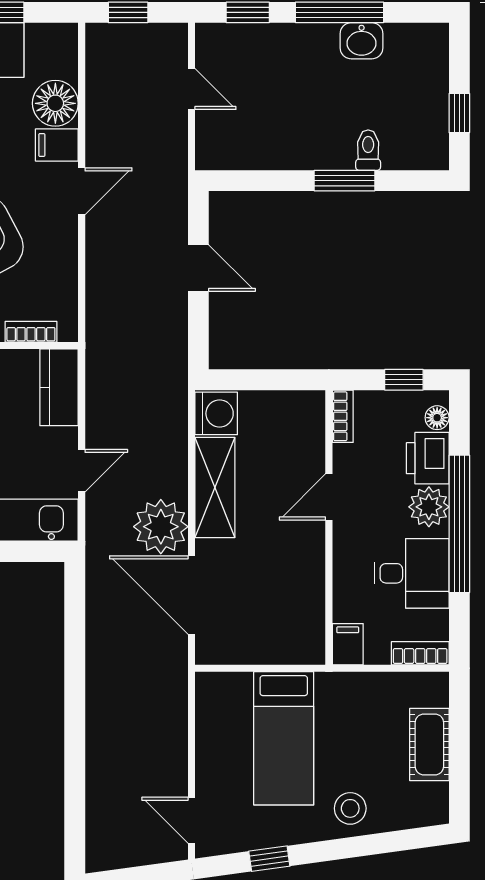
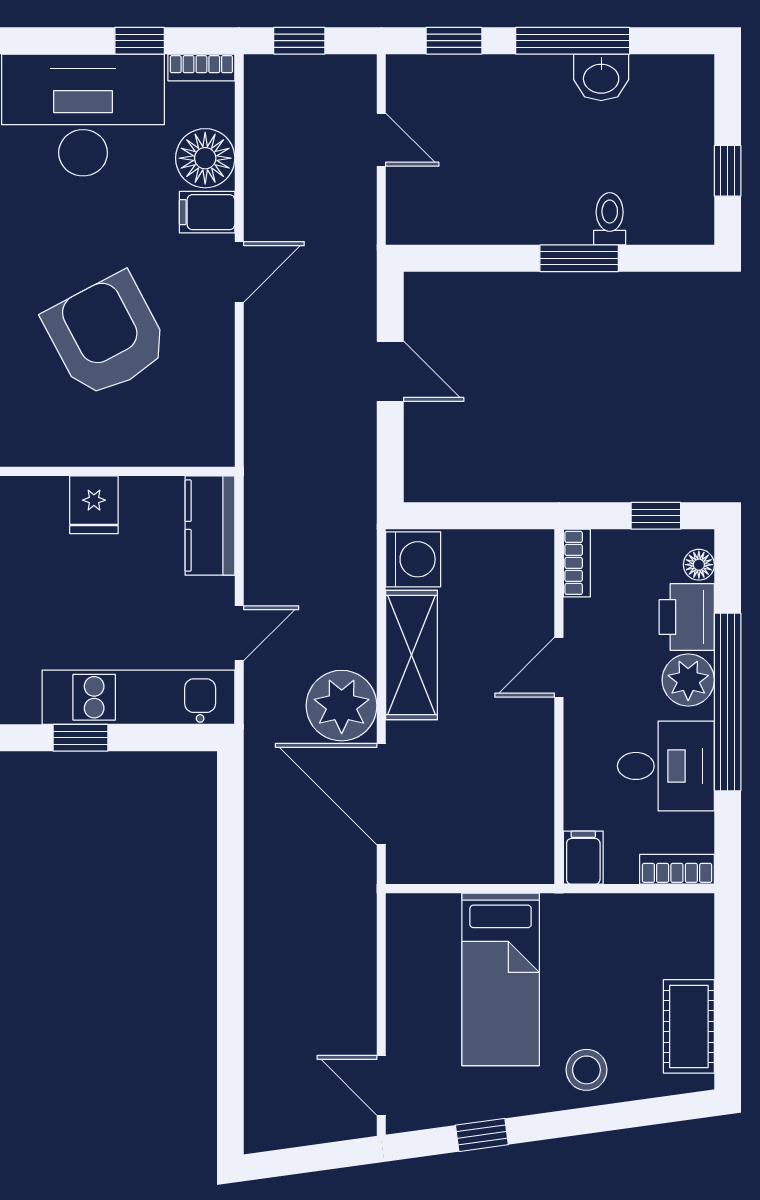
bookcase: (31, 332) -> (201, 67), moved, turned 180
cot: (429, 744) -> (689, 1026), moved

